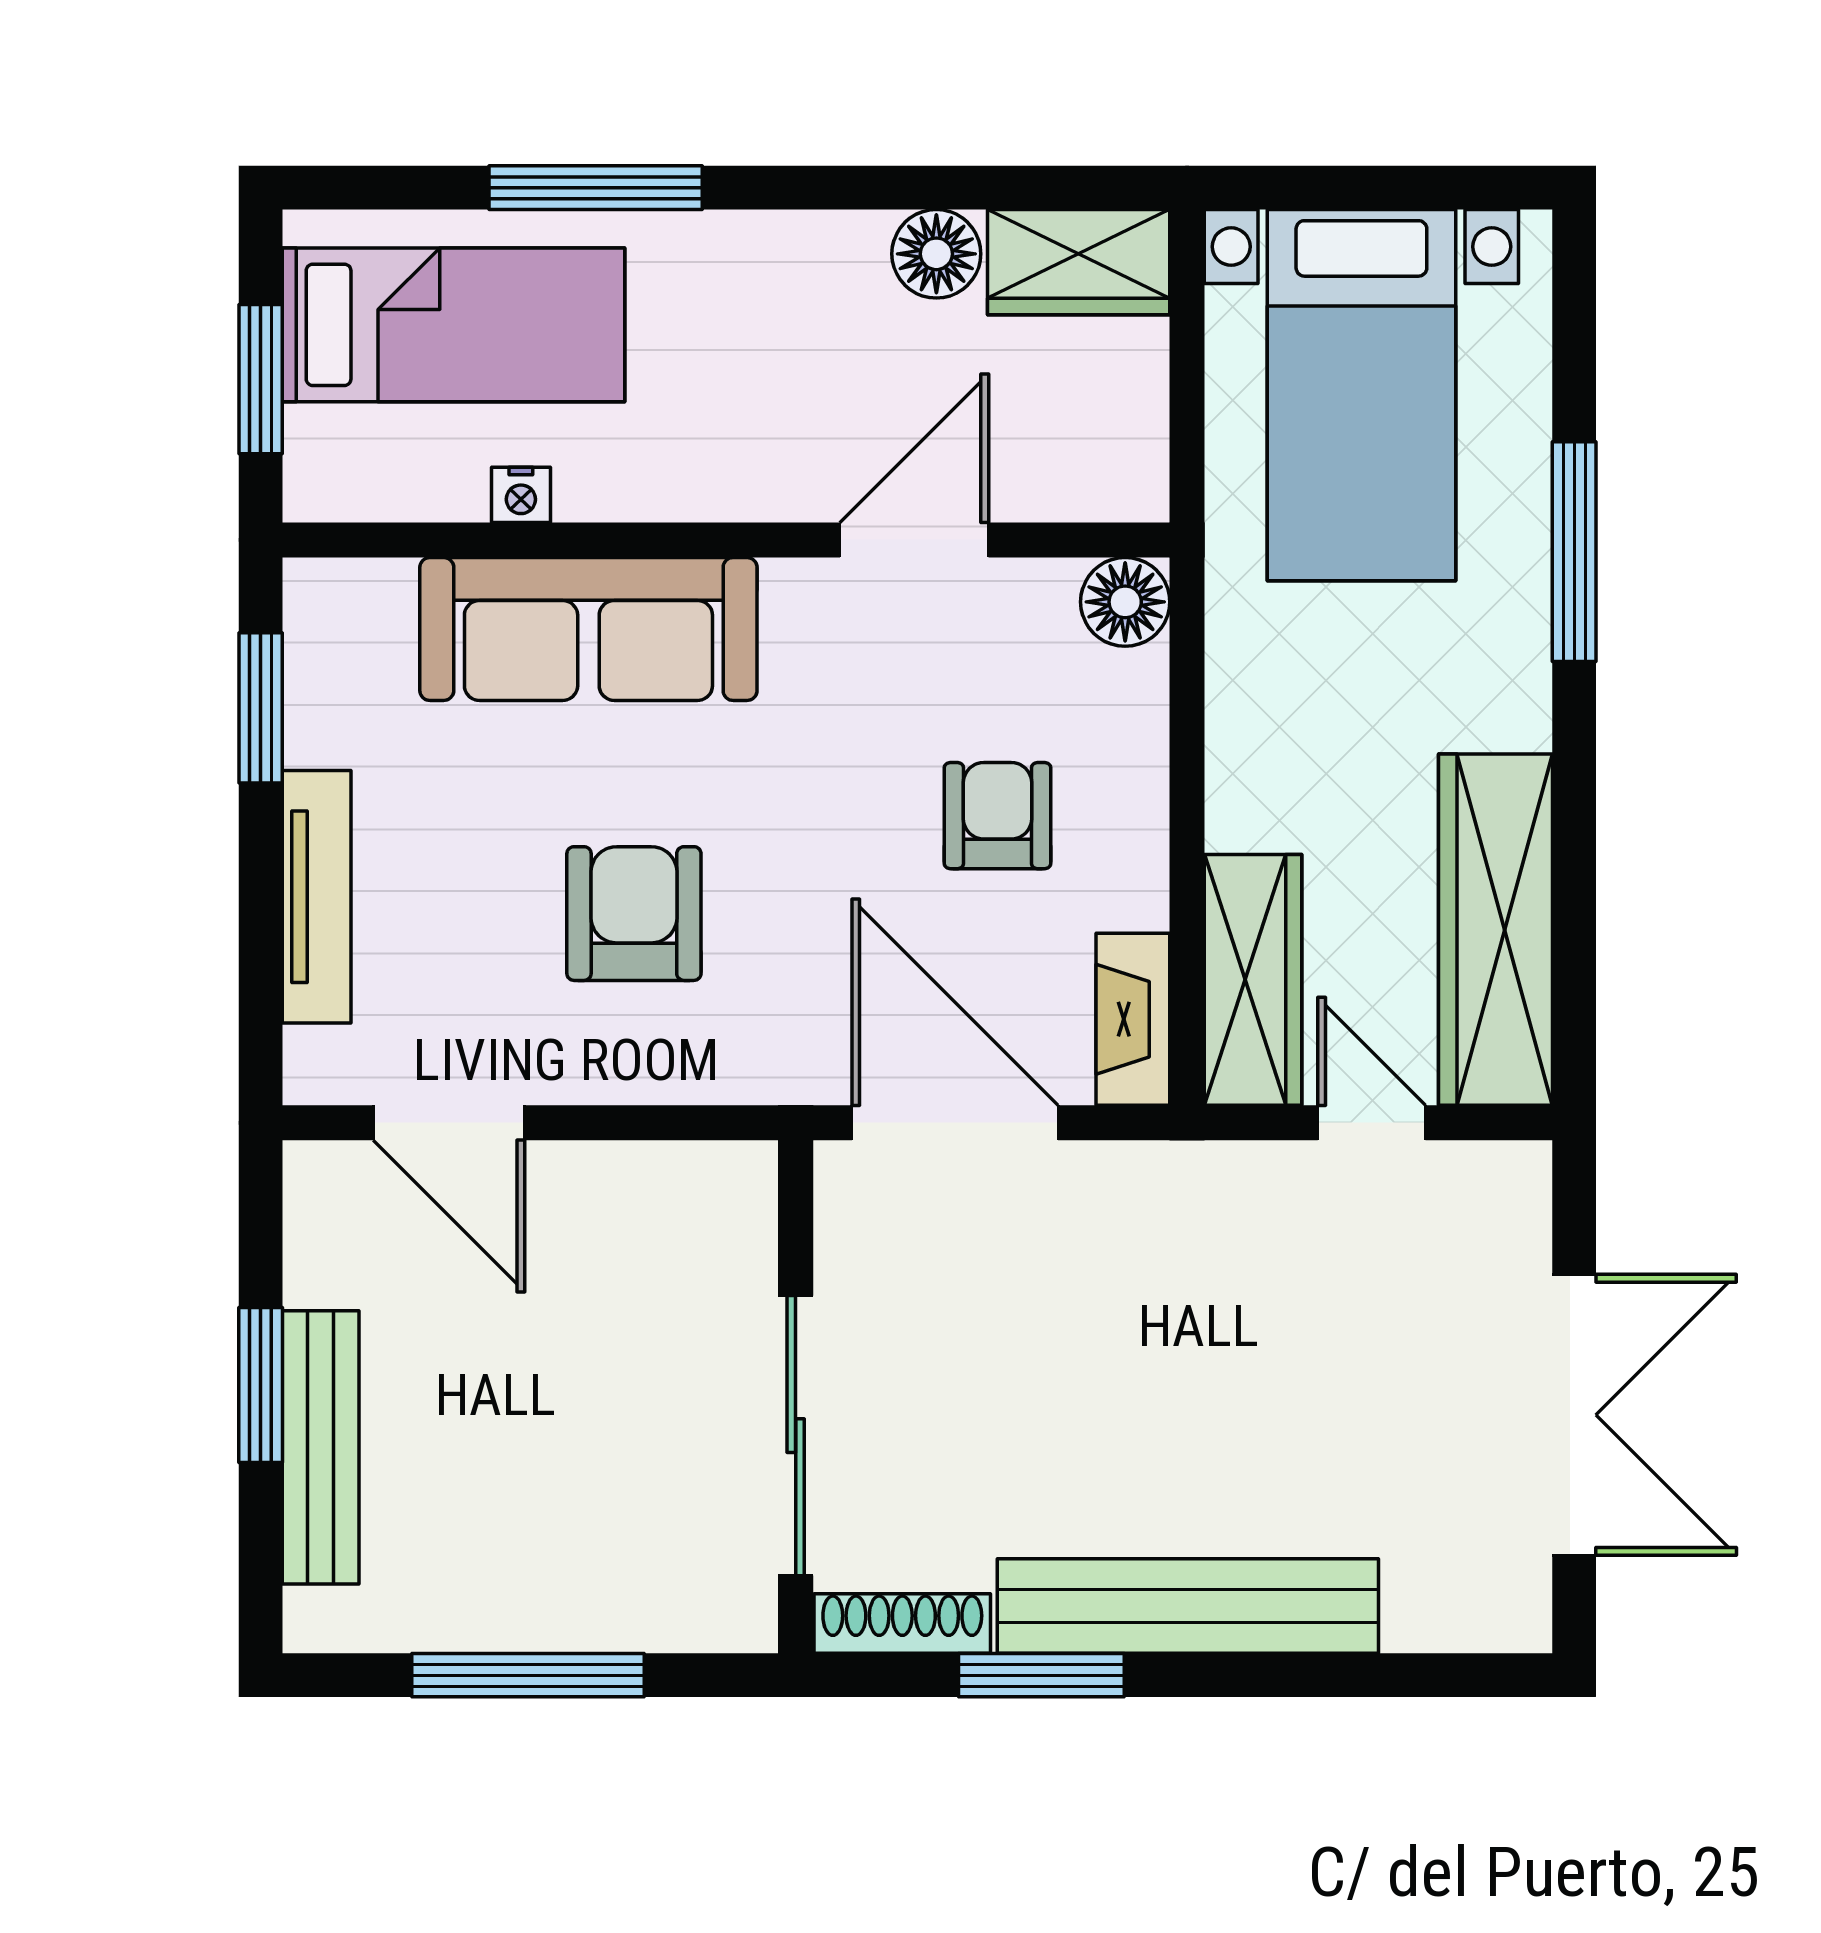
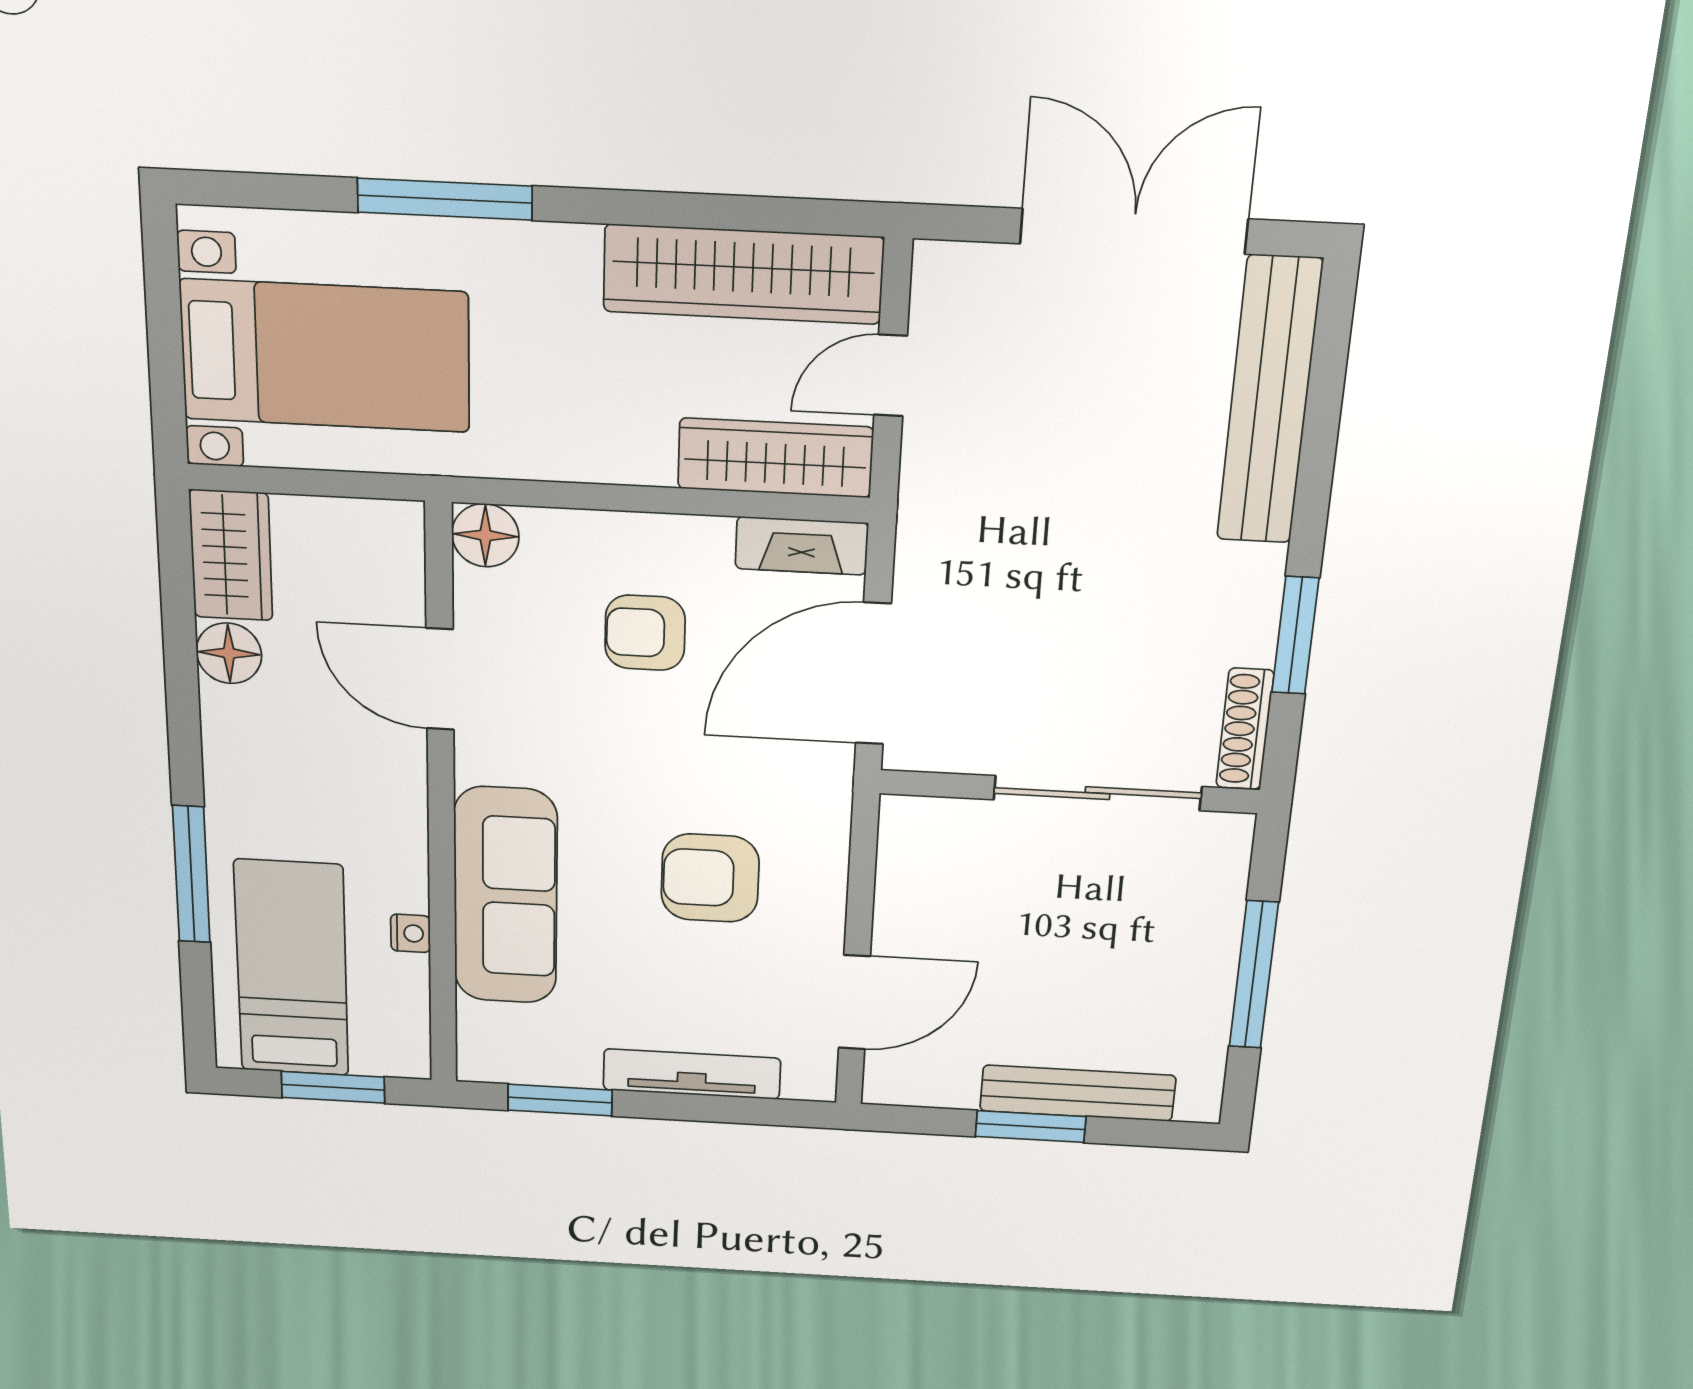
bench: (1188, 1606) -> (1269, 401), moved

